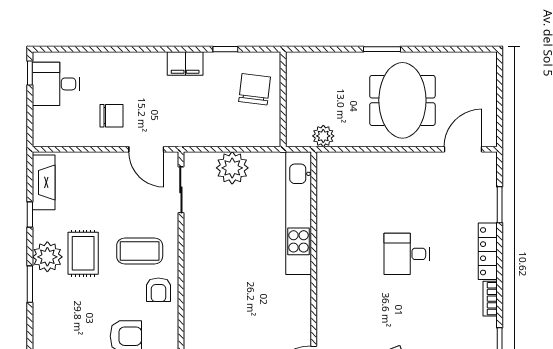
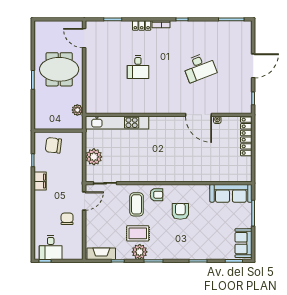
locker: (488, 251) -> (142, 25), width x0.66

